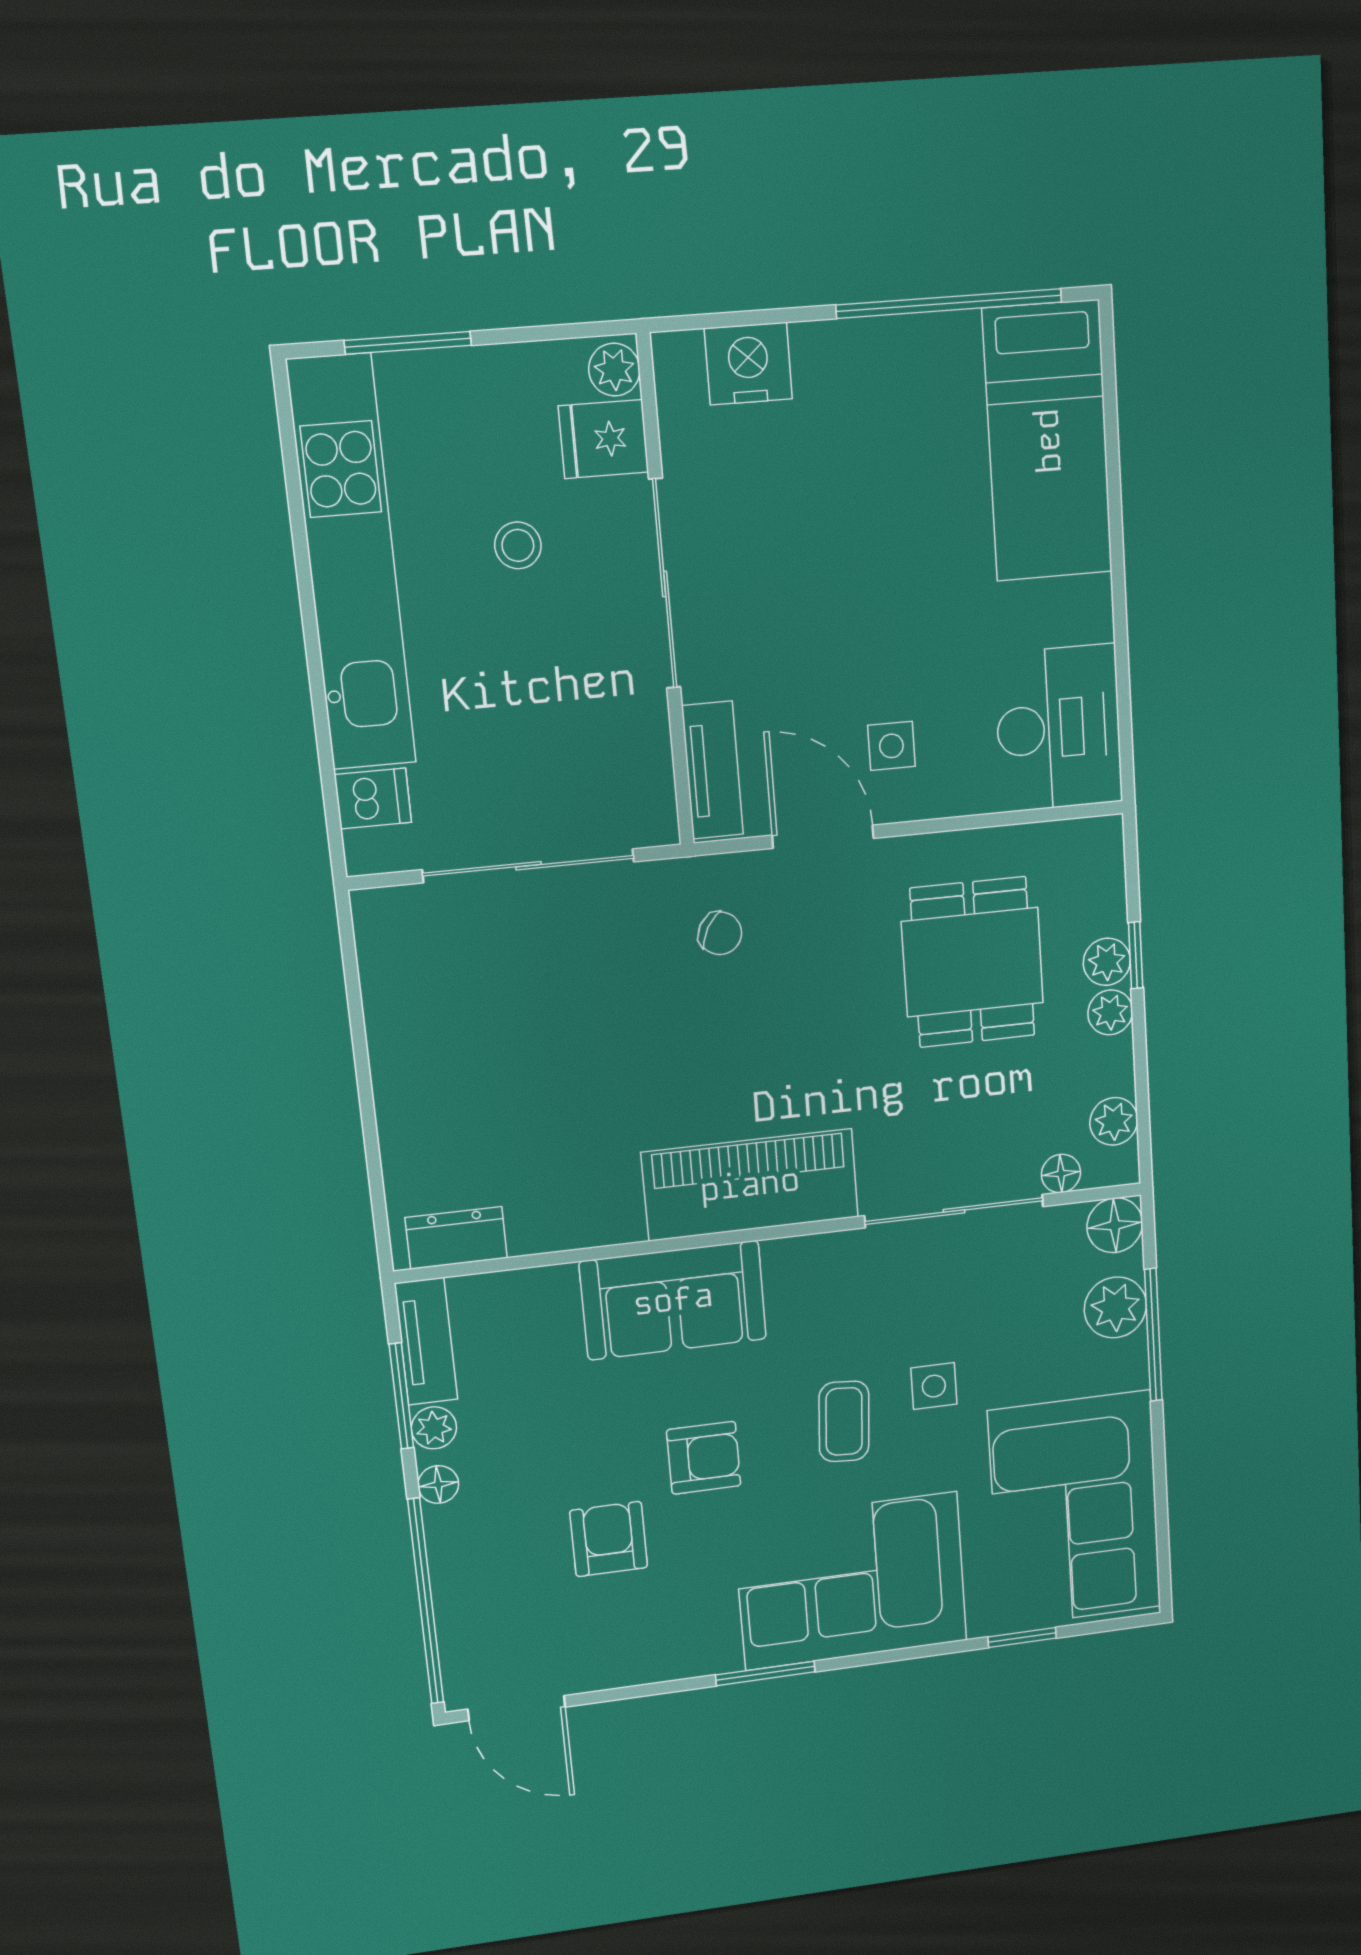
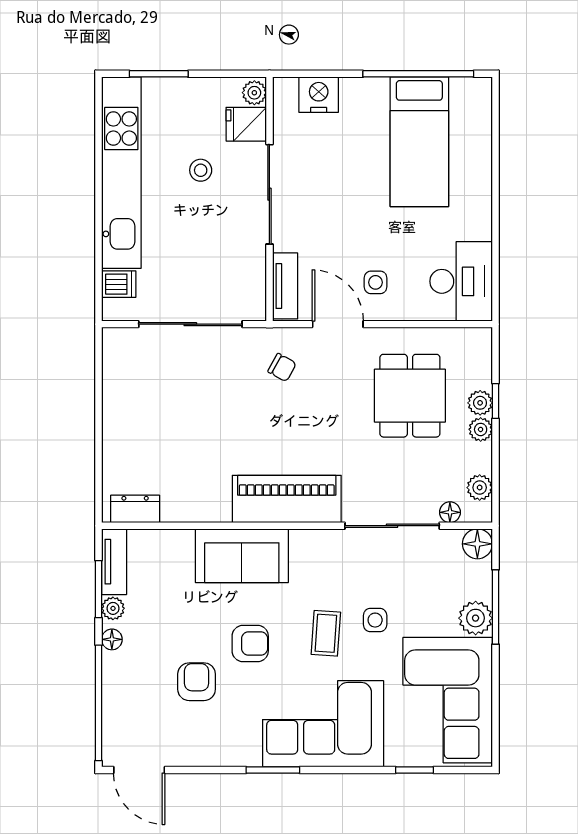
bed: (1048, 441) -> (419, 142), moved
plant: (1115, 1307) -> (476, 618), moved

